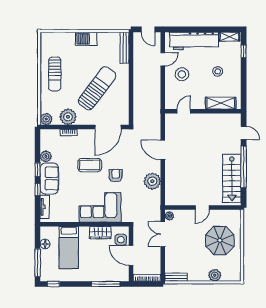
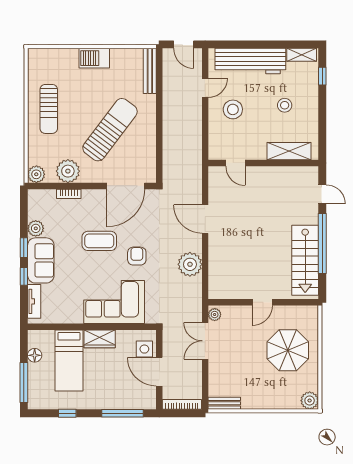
door: (184, 111) -> (235, 163), swing flipped
wardrobe: (100, 233) -> (100, 339), moved
plant: (215, 275) -> (310, 401), moved
window: (53, 284) -> (67, 413), moved

